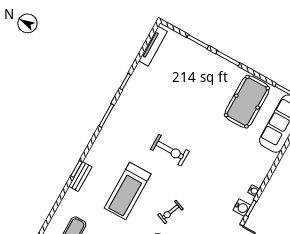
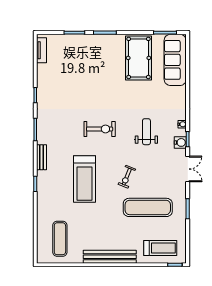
tv unit: (153, 46) -> (42, 50), width x0.71
bench: (80, 177) -> (42, 157), moved
weight bench: (214, 178) -> (146, 132), added

